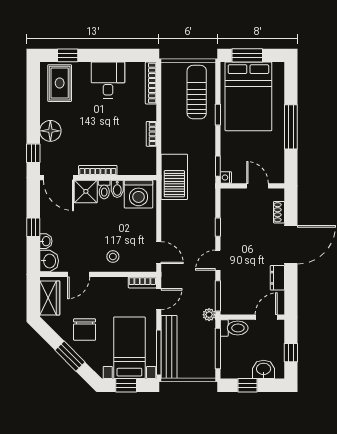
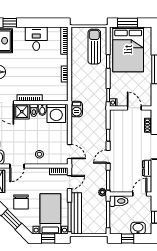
barbecue: (174, 177) -> (77, 109), width x0.53, depth x0.65

